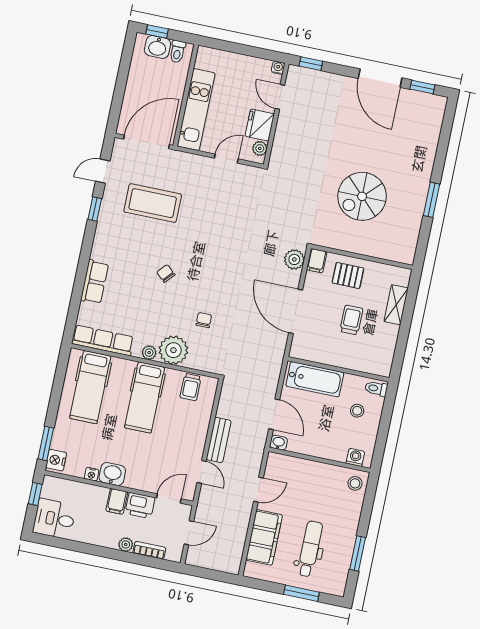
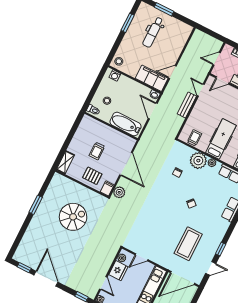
coffee table: (153, 203) -> (188, 244), turned 90
shelving: (396, 305) -> (65, 162), moved
filing cabinet: (264, 537) -> (152, 78), moved, turned 90

